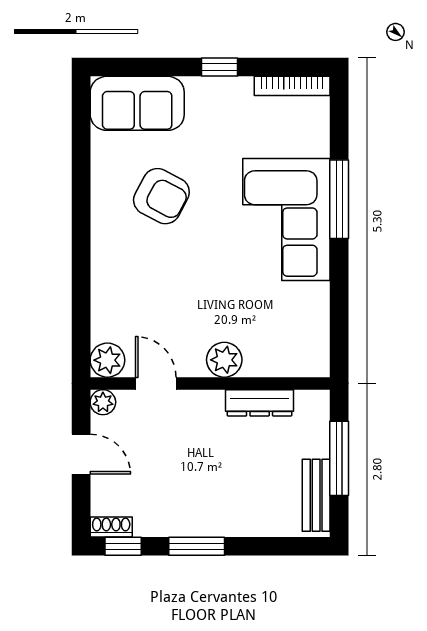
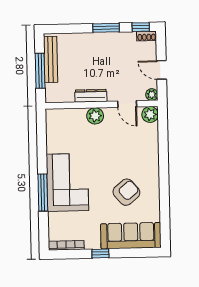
sofa: (137, 103) -> (131, 236), width x1.36
armchair: (161, 196) -> (126, 192), turned 112
dresser: (260, 403) -> (91, 96), moved
bench: (316, 495) -> (51, 59), width x1.36

